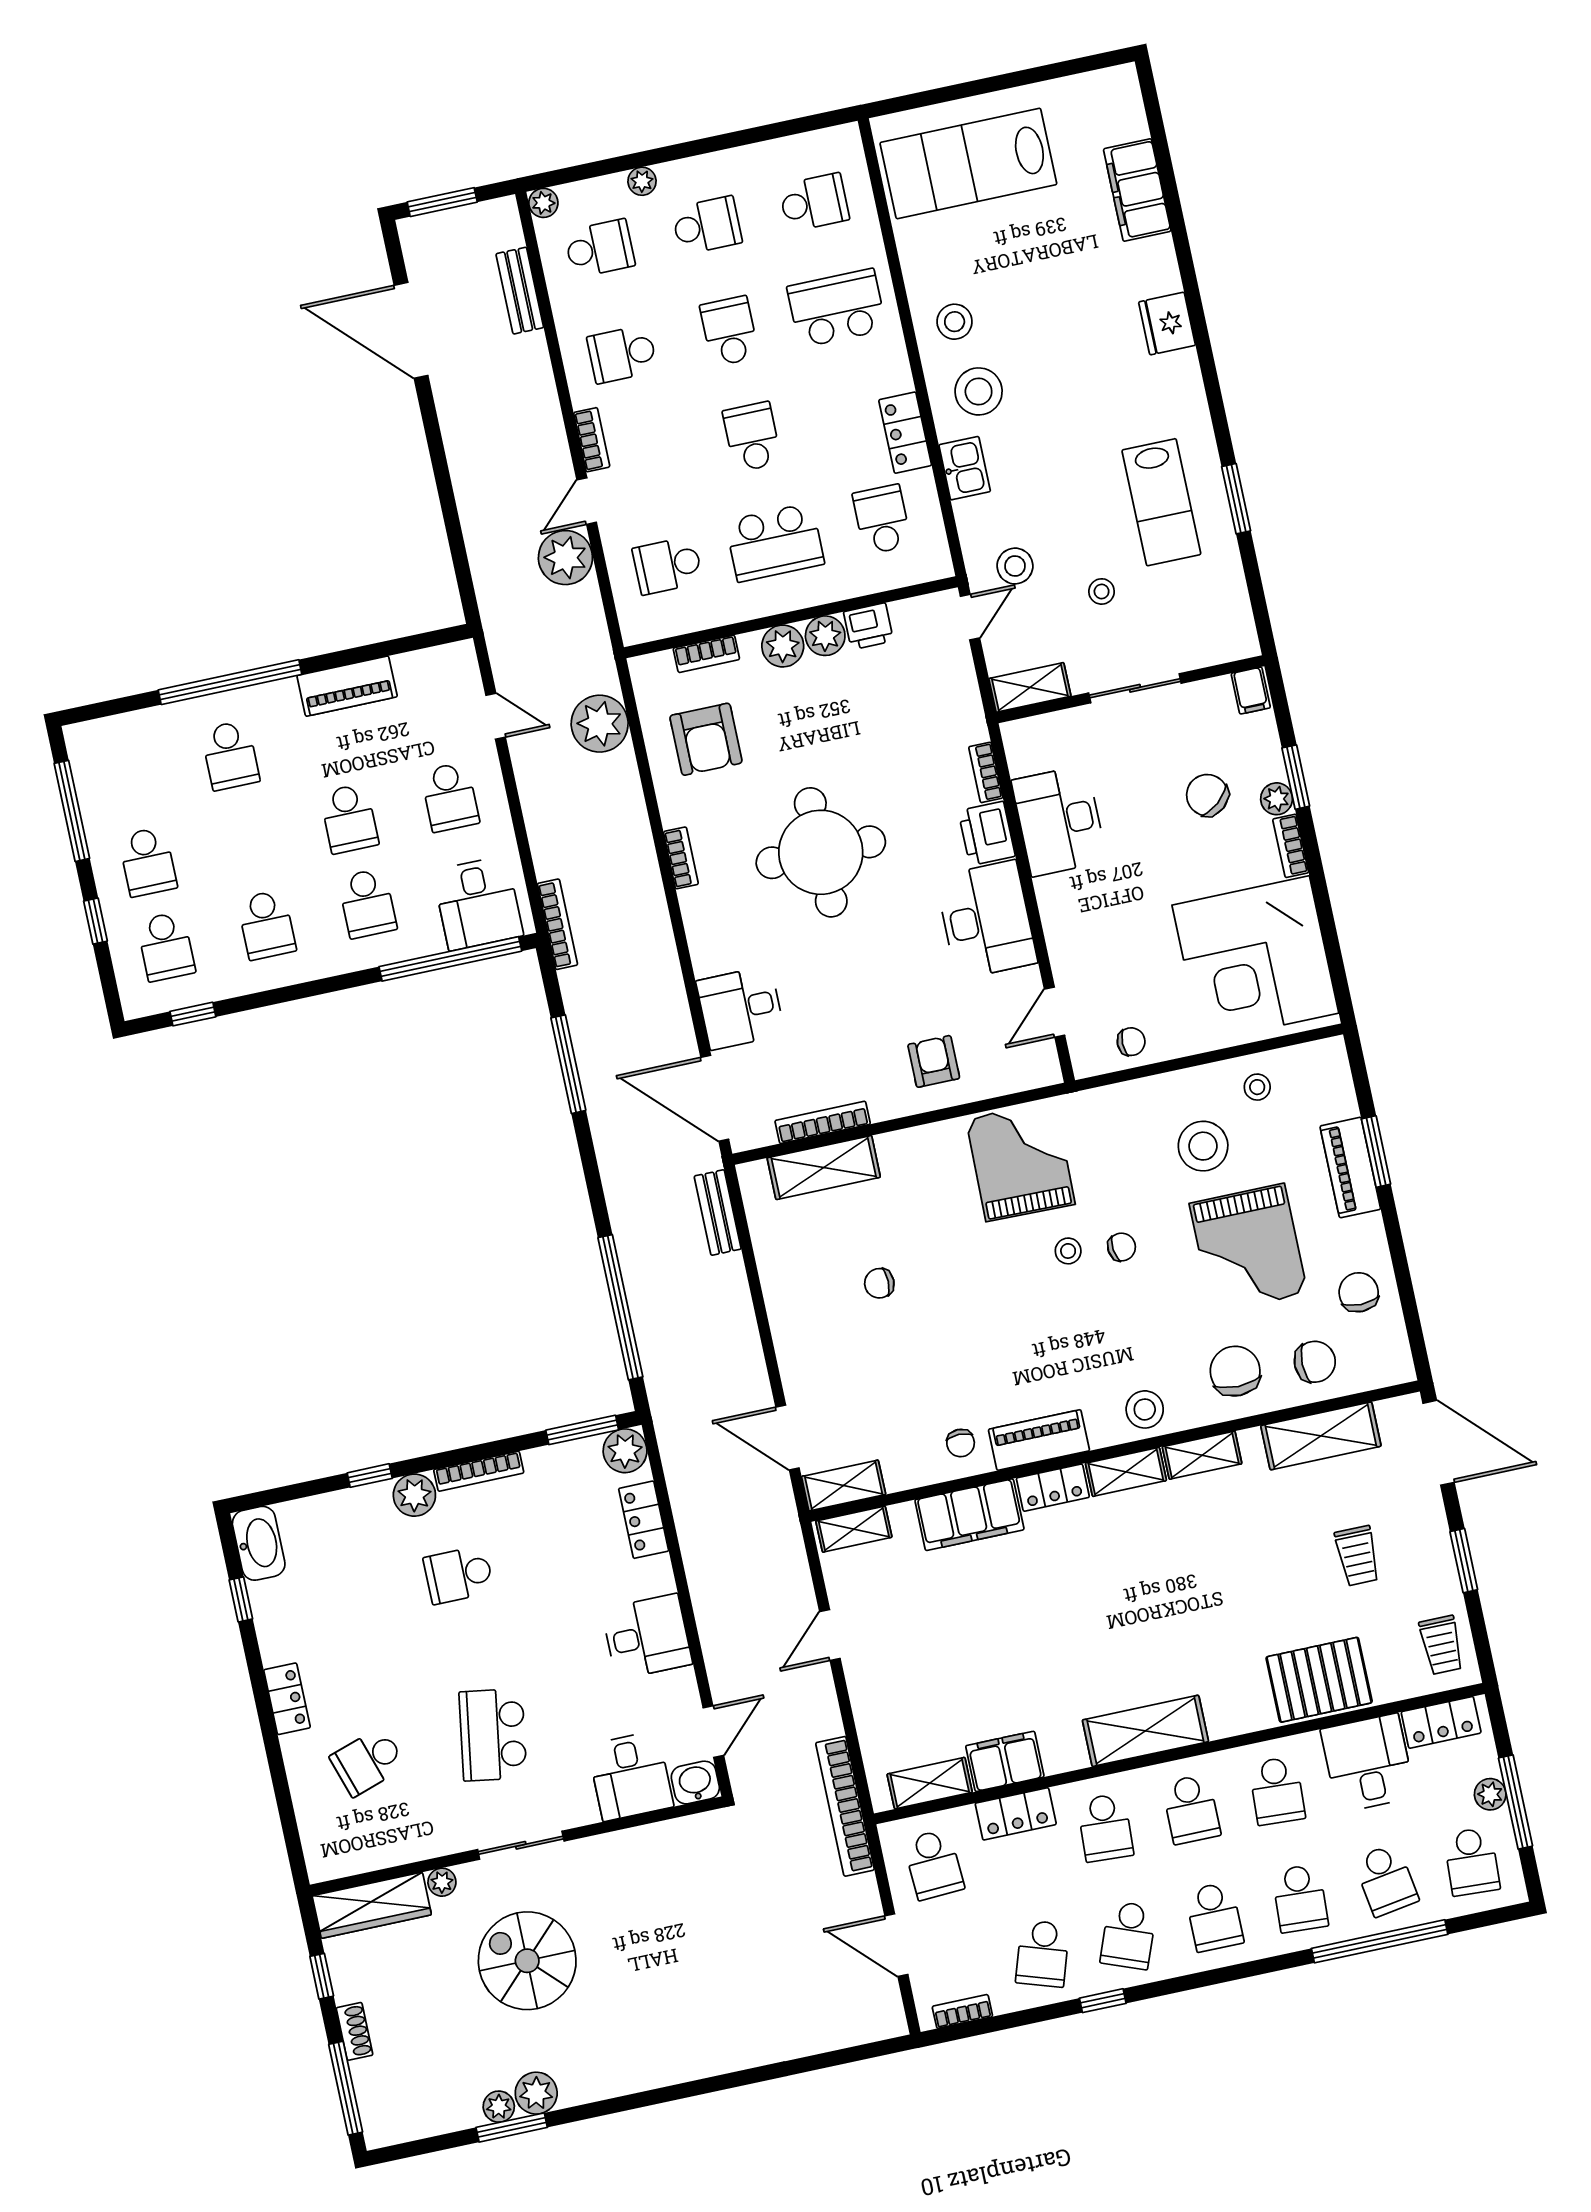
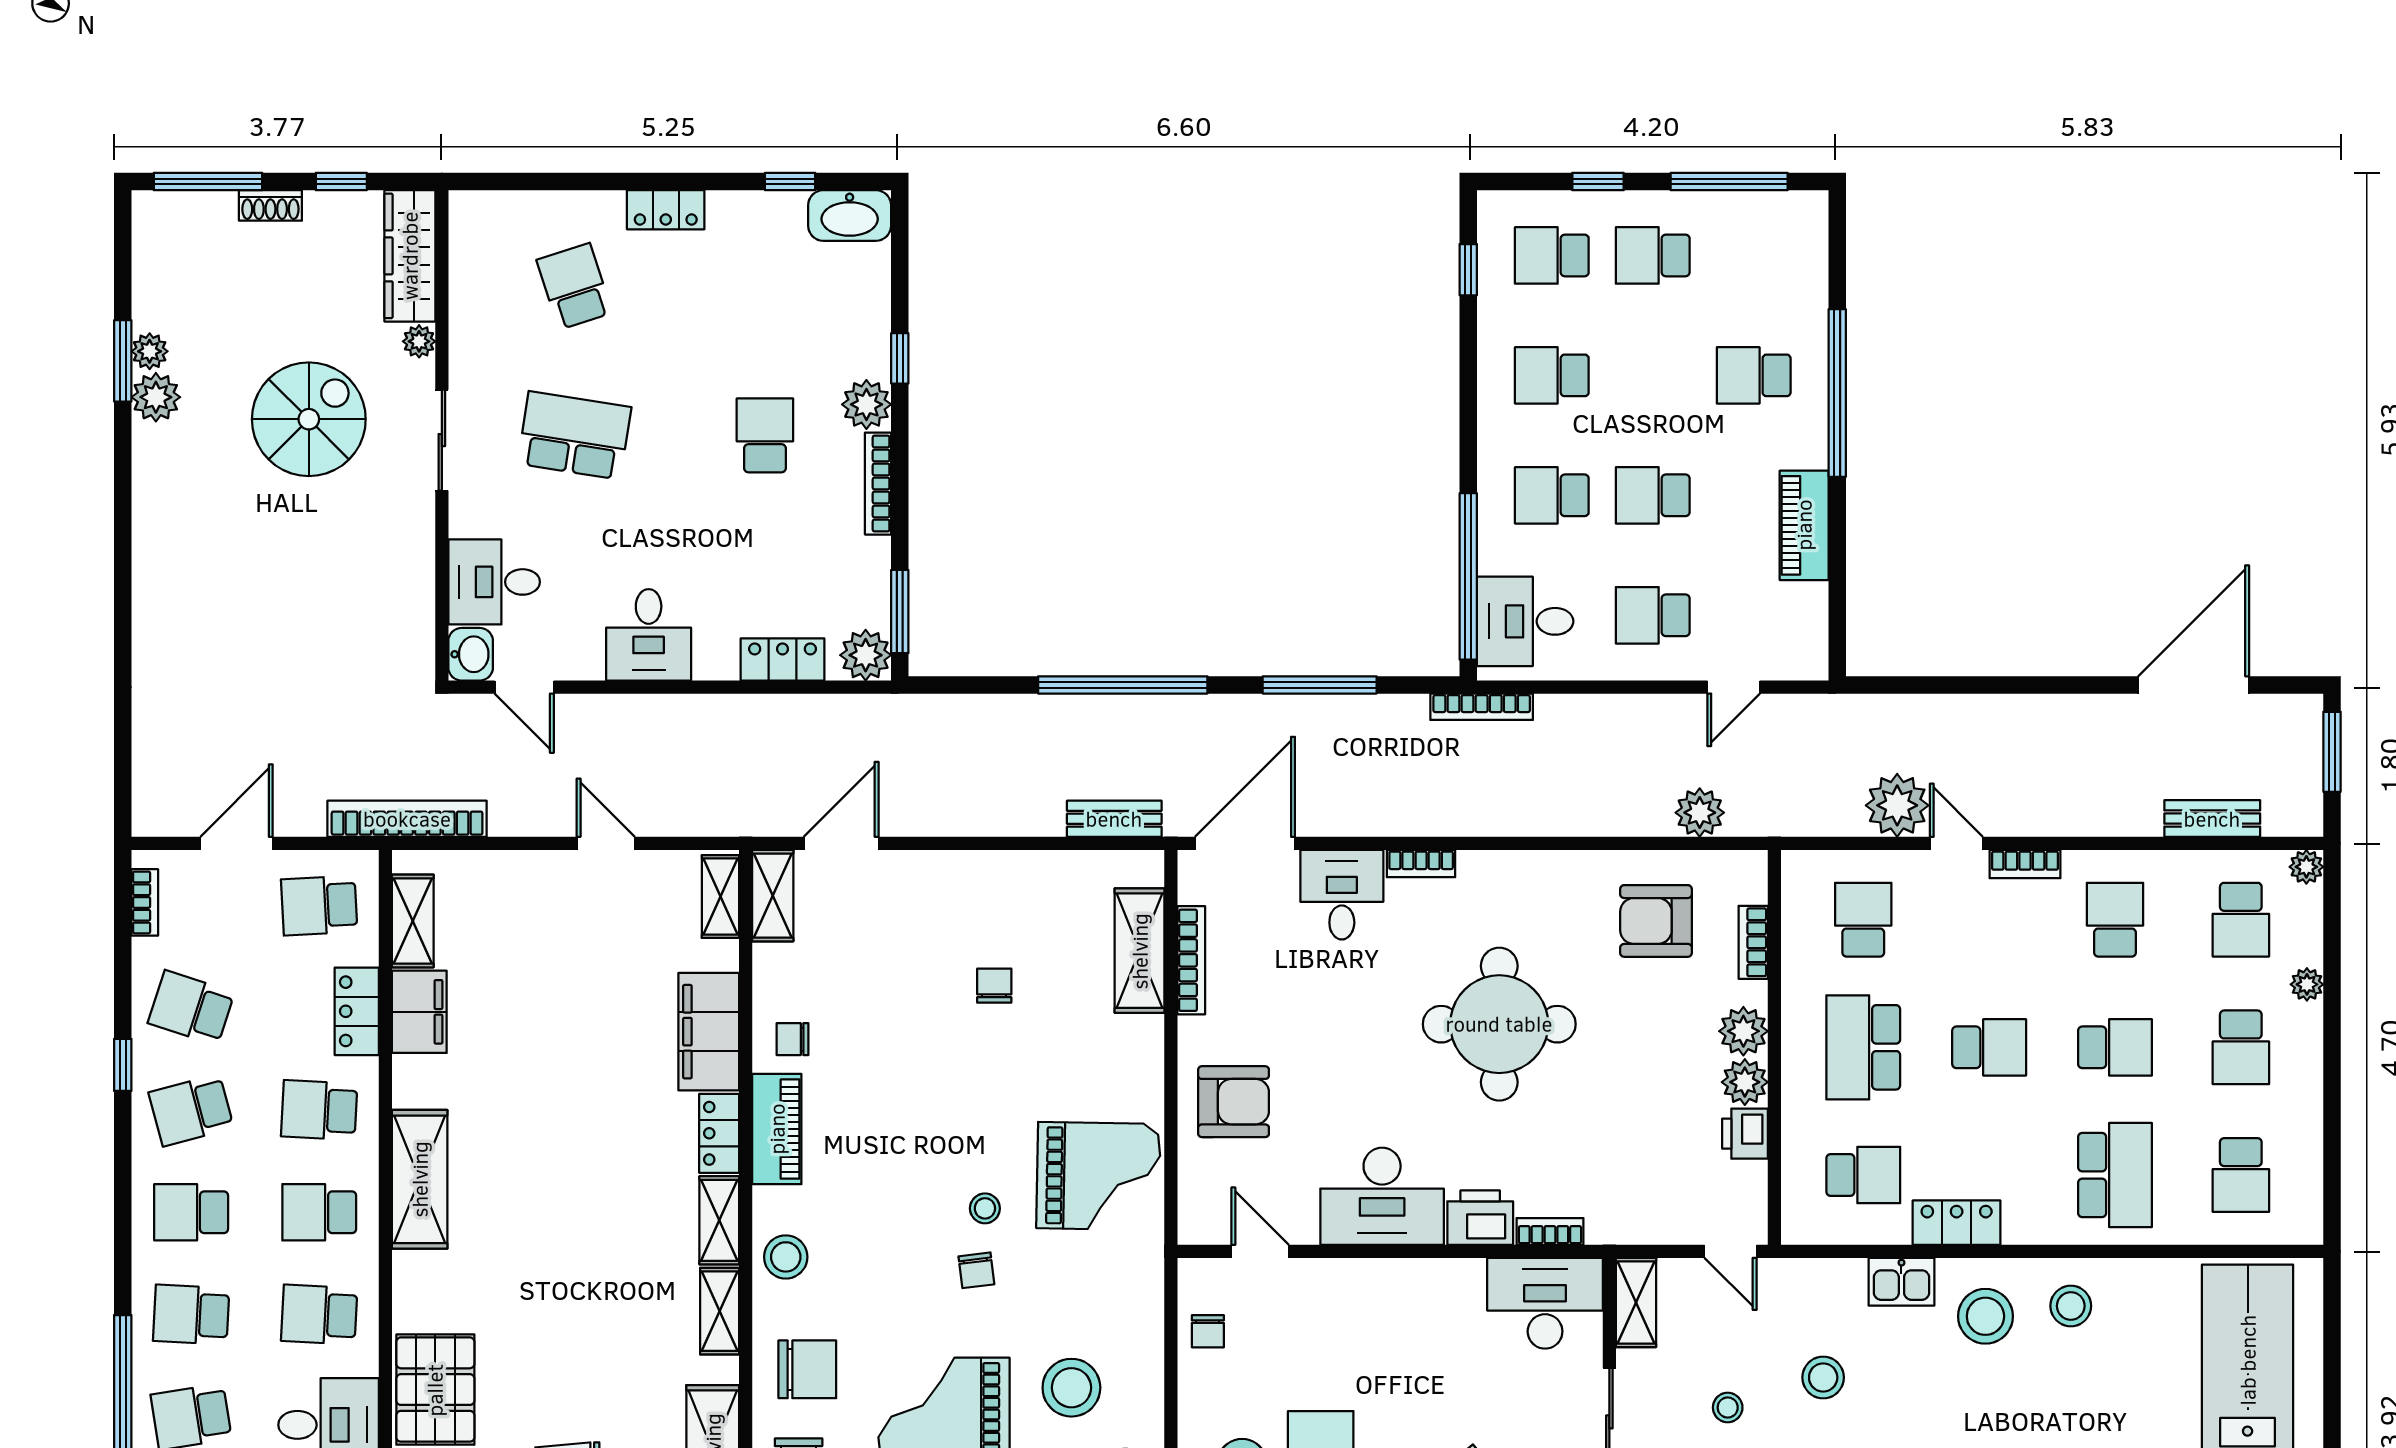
stool: (1015, 566) -> (1823, 1377), moved
plant: (600, 724) -> (1700, 813), width x0.73, depth x0.73
desk: (1059, 821) -> (1545, 1303), moved
bookcase: (681, 858) -> (1421, 864), moved
armchair: (934, 1061) -> (1234, 1102), width x1.38, depth x1.38
window: (620, 1307) -> (1123, 685), moved
school desk: (1128, 1935) -> (191, 1110), turned -36

